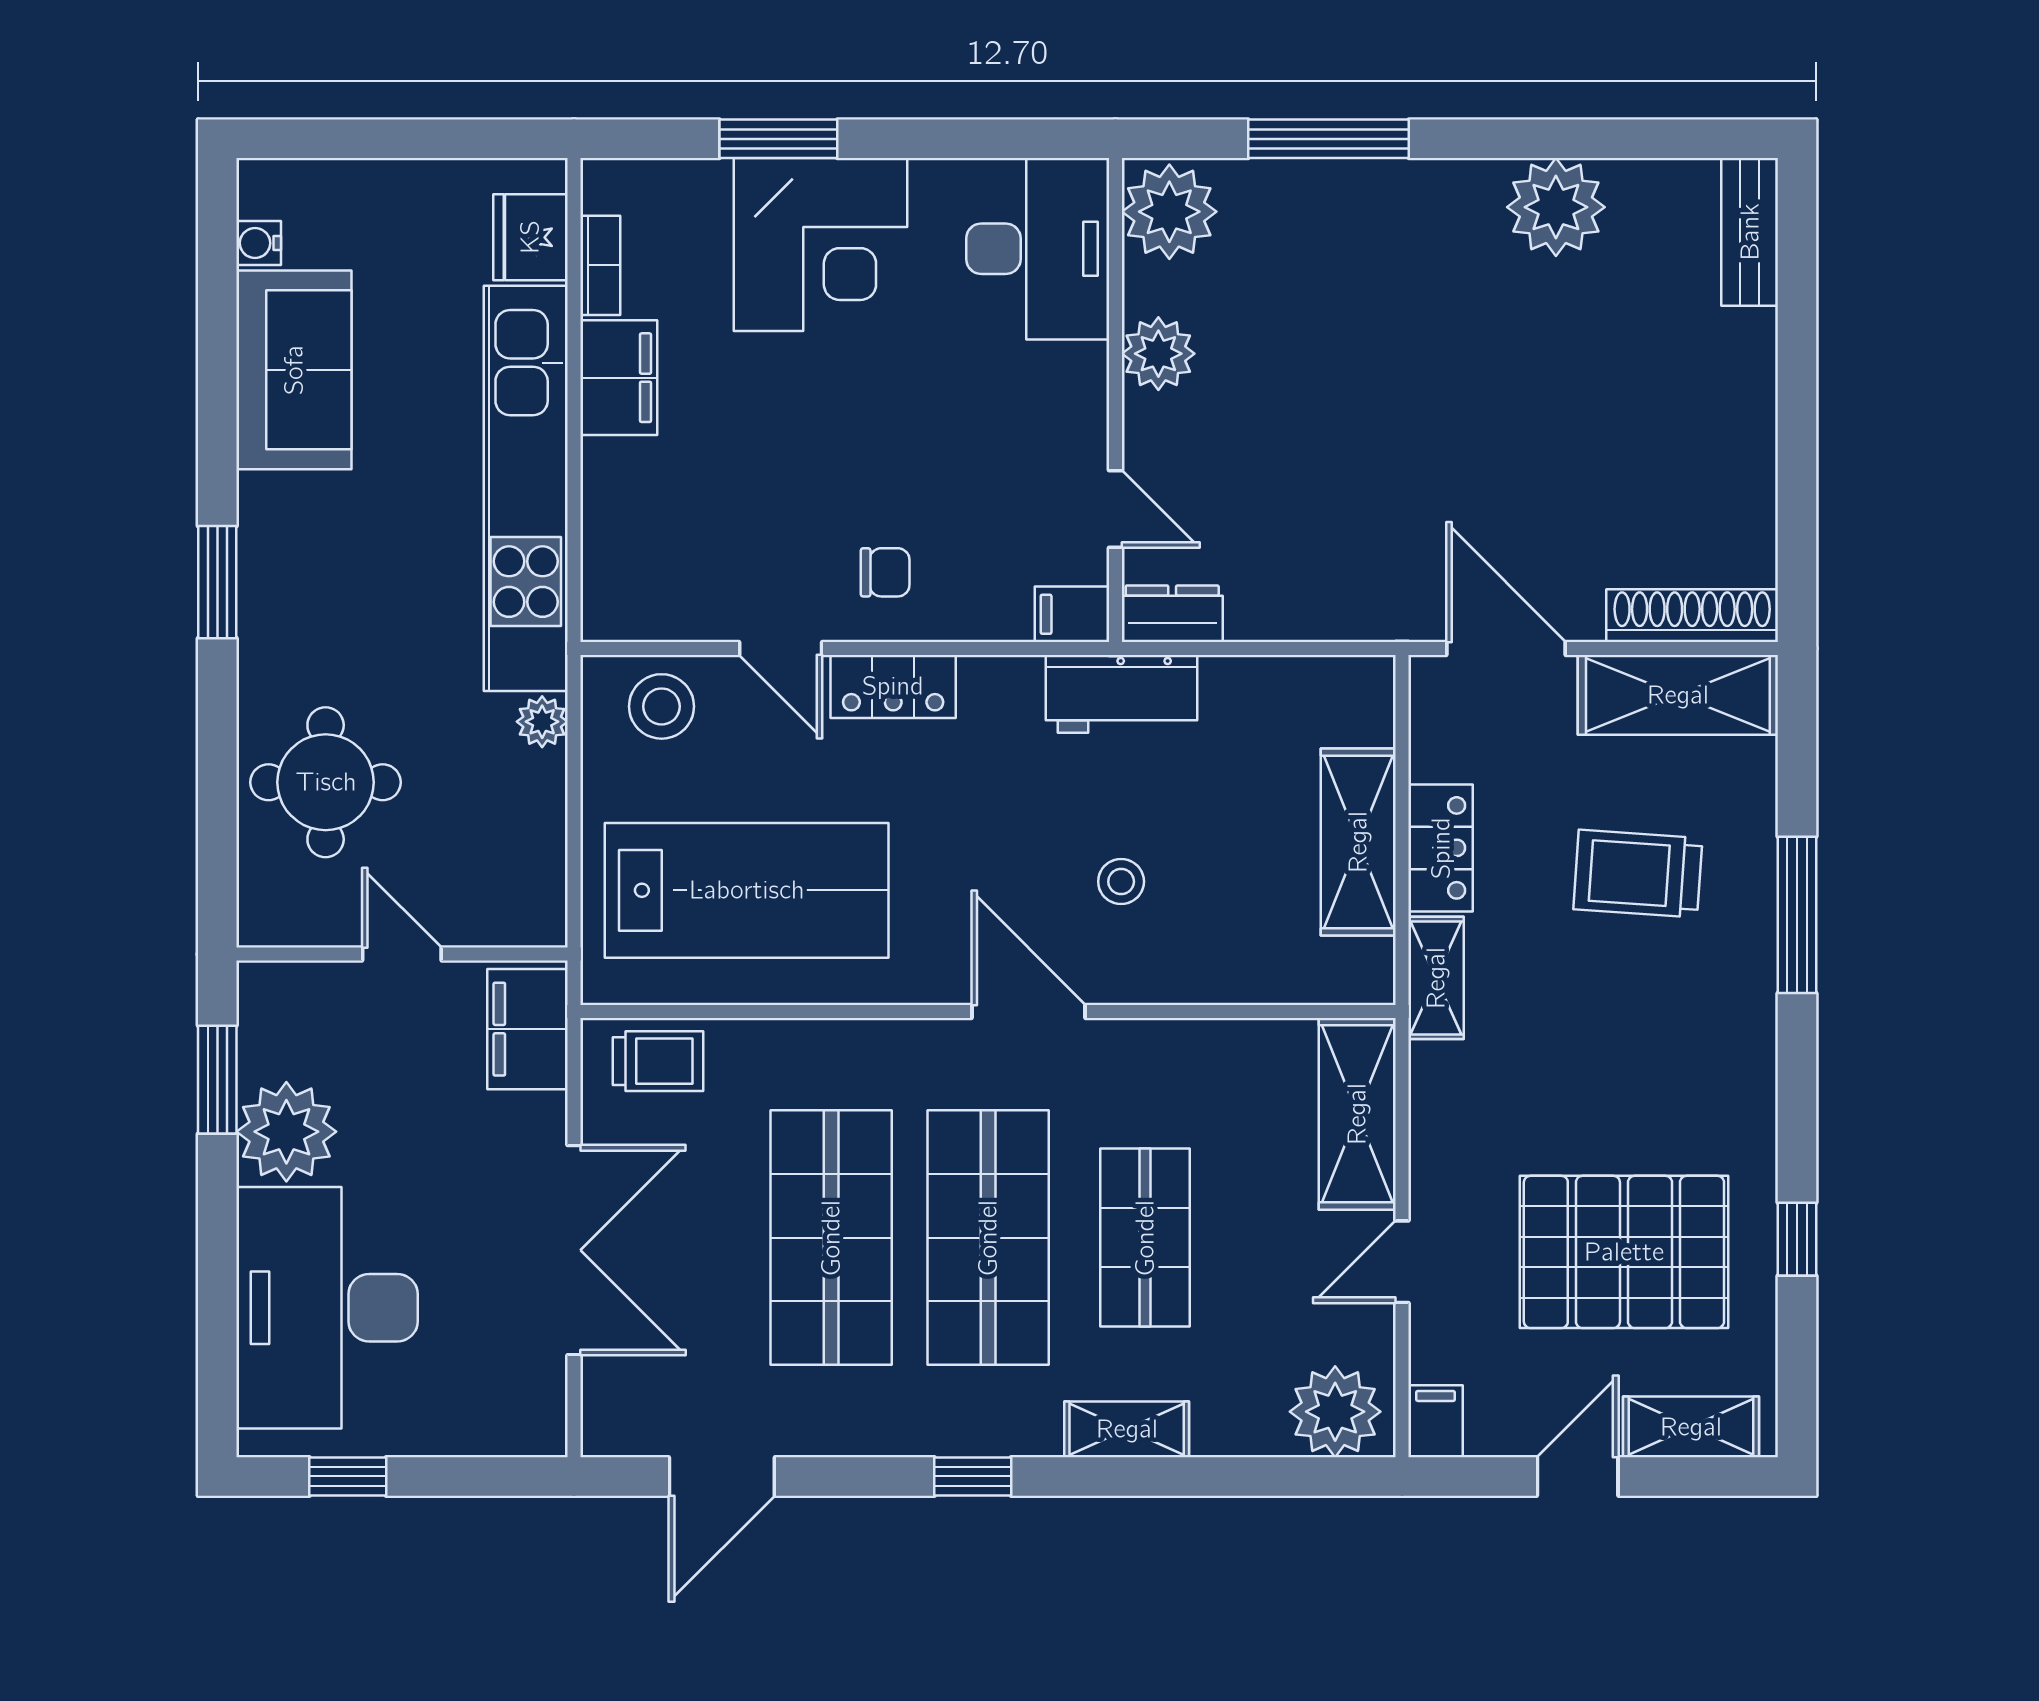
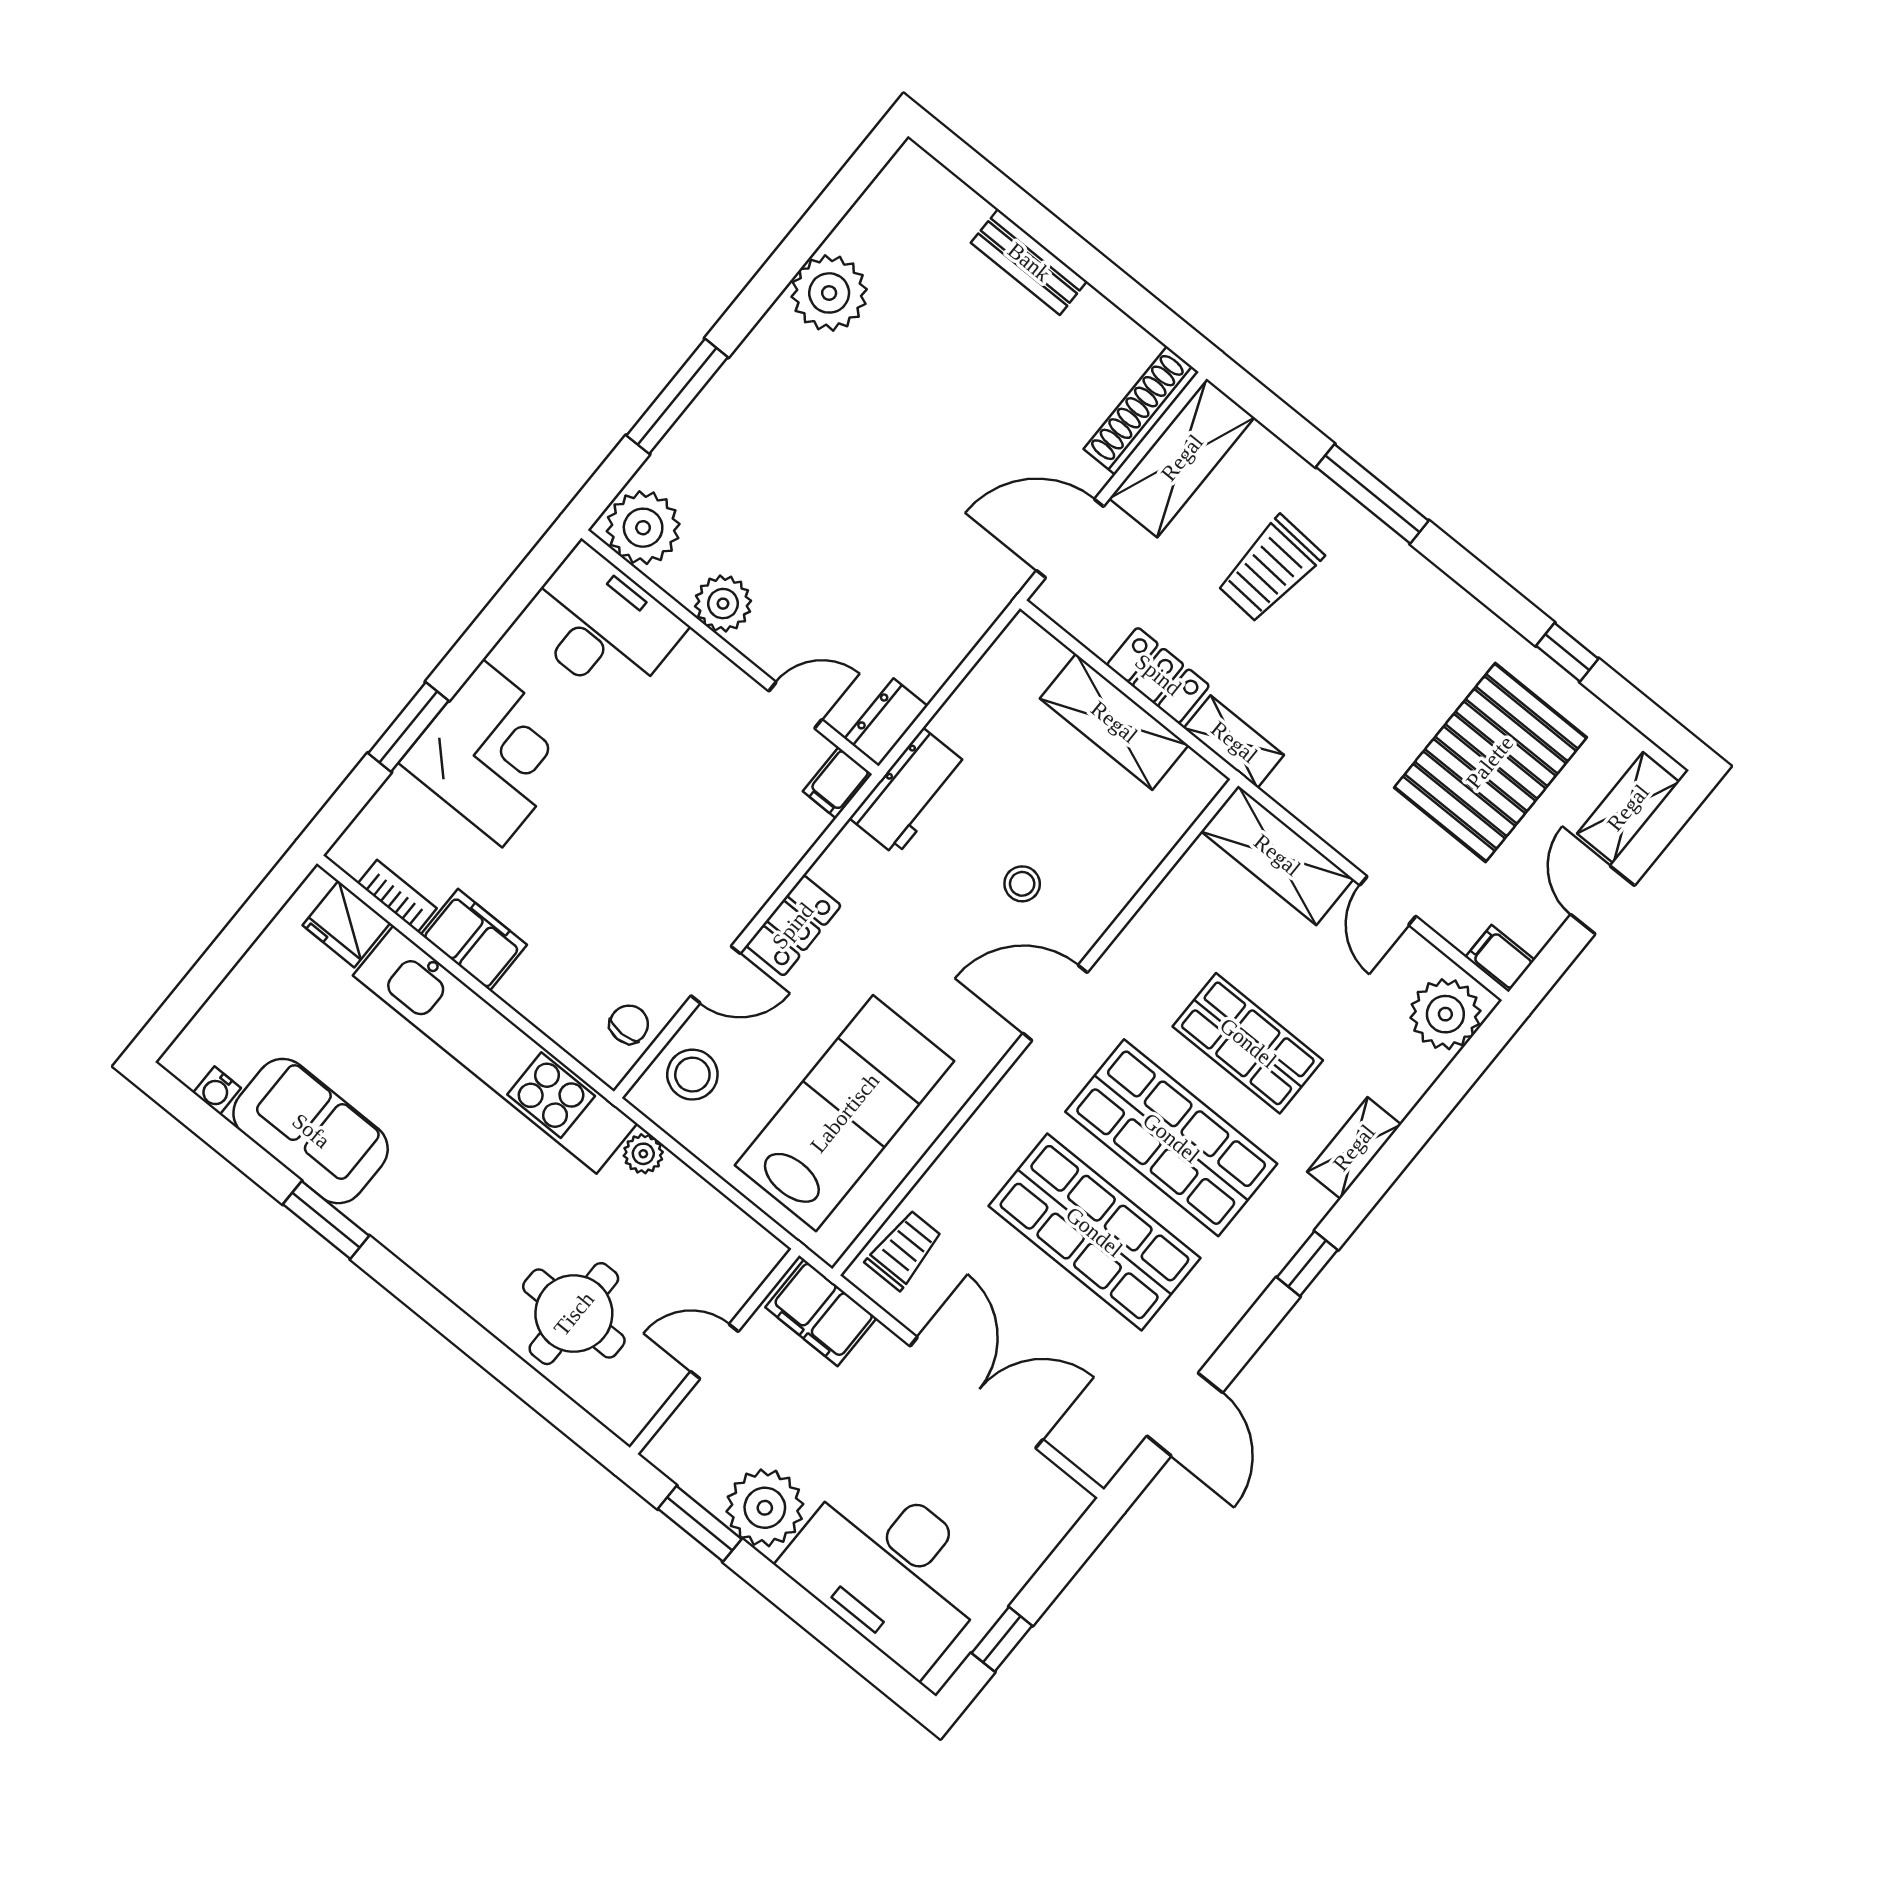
bench: (1750, 232) -> (1029, 262), moved
chair: (885, 572) -> (629, 1024), moved
window: (217, 582) -> (326, 1220), moved

